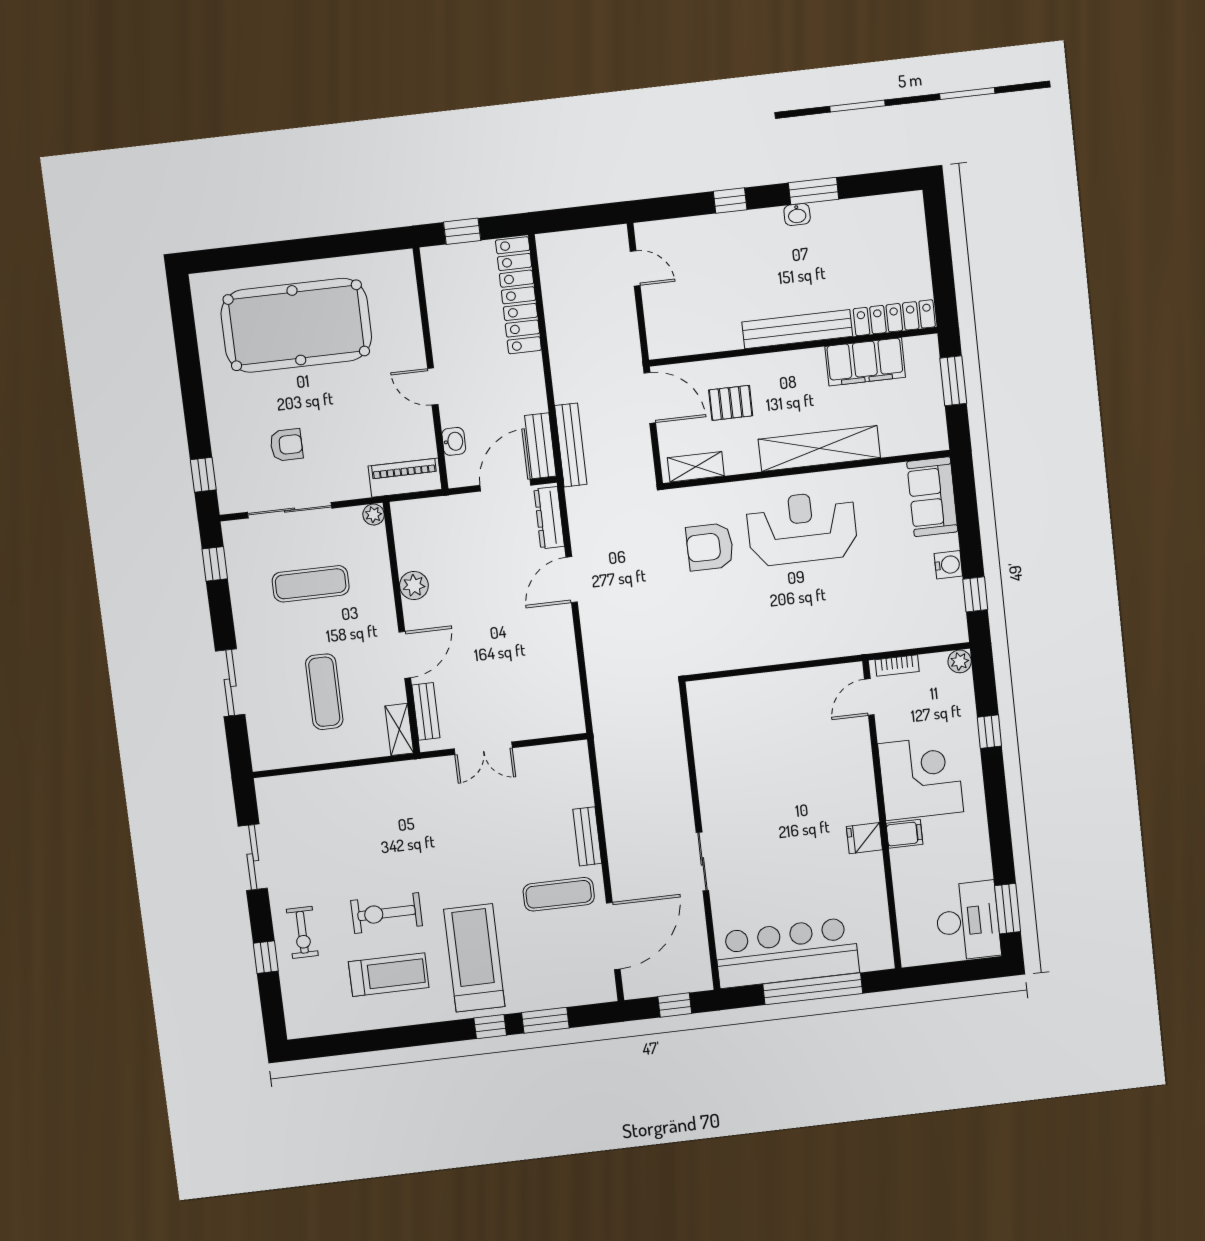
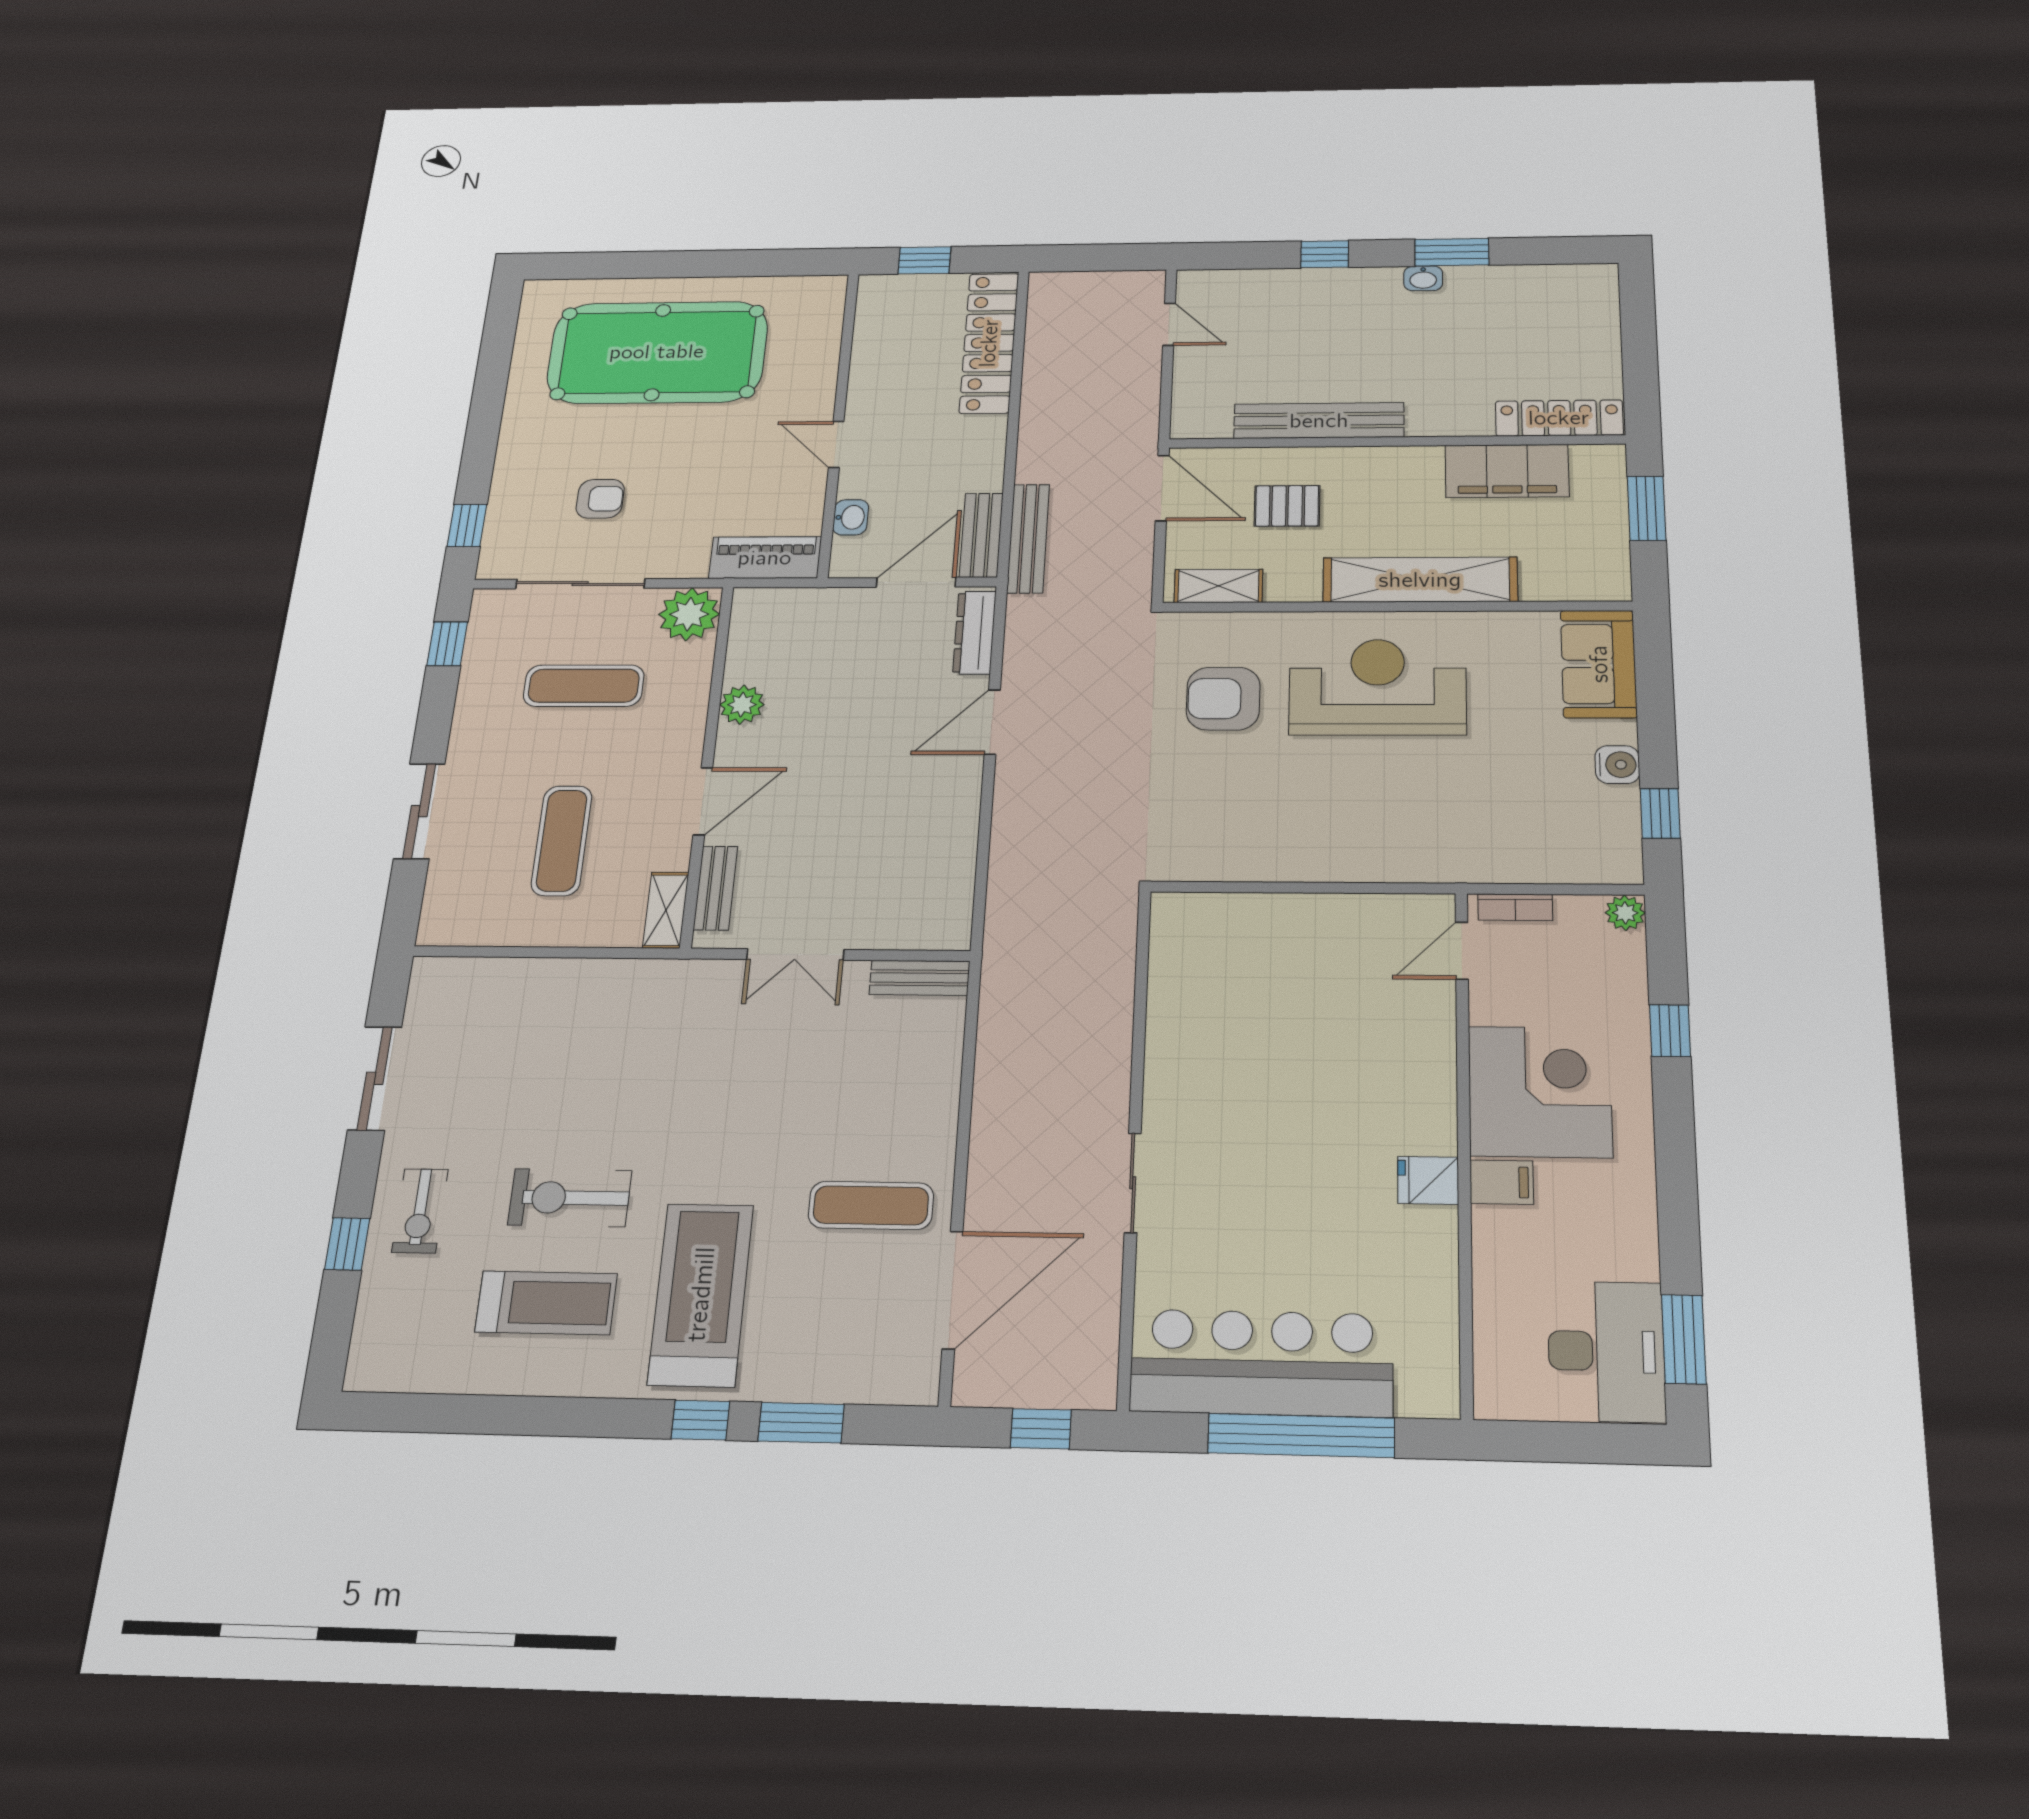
bench: (797, 329) -> (1319, 421), moved
plant: (374, 515) -> (689, 614), width x1.87, depth x1.87
bench: (587, 836) -> (920, 978), moved, turned 90

